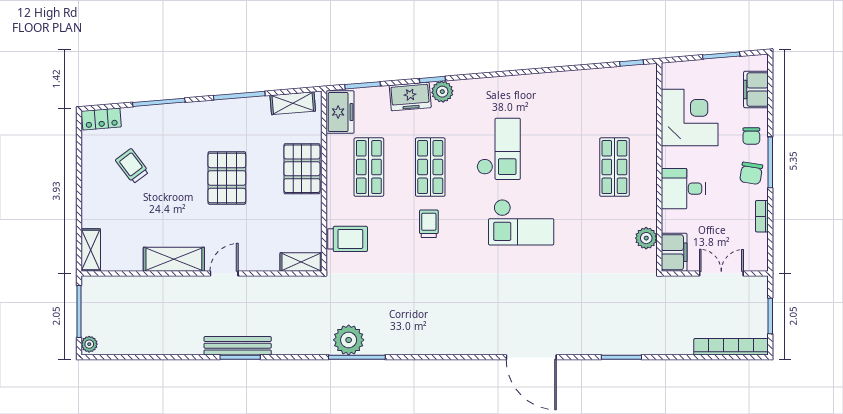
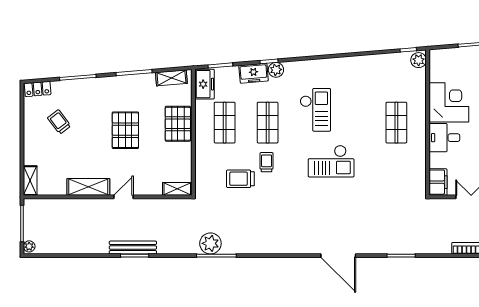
corner desk: (690, 117) -> (449, 102), moved
plant: (646, 238) -> (419, 60), moved
trolley: (348, 239) -> (240, 179), moved, turned 180

